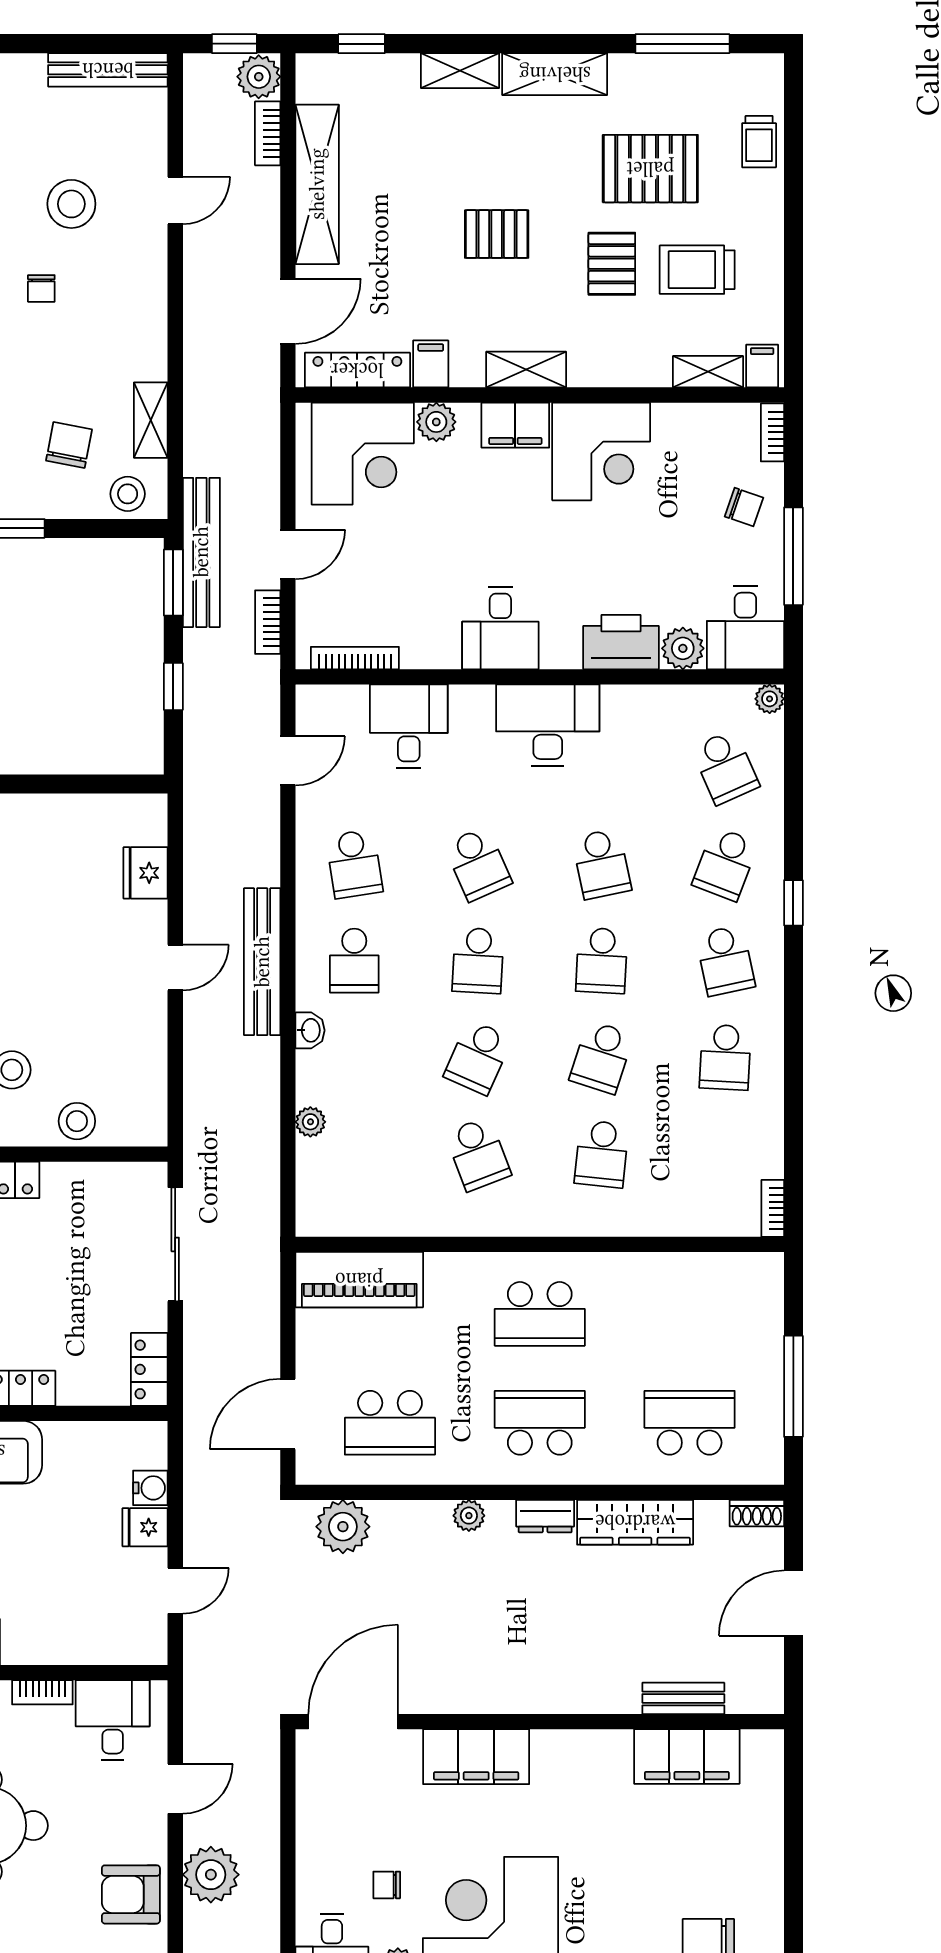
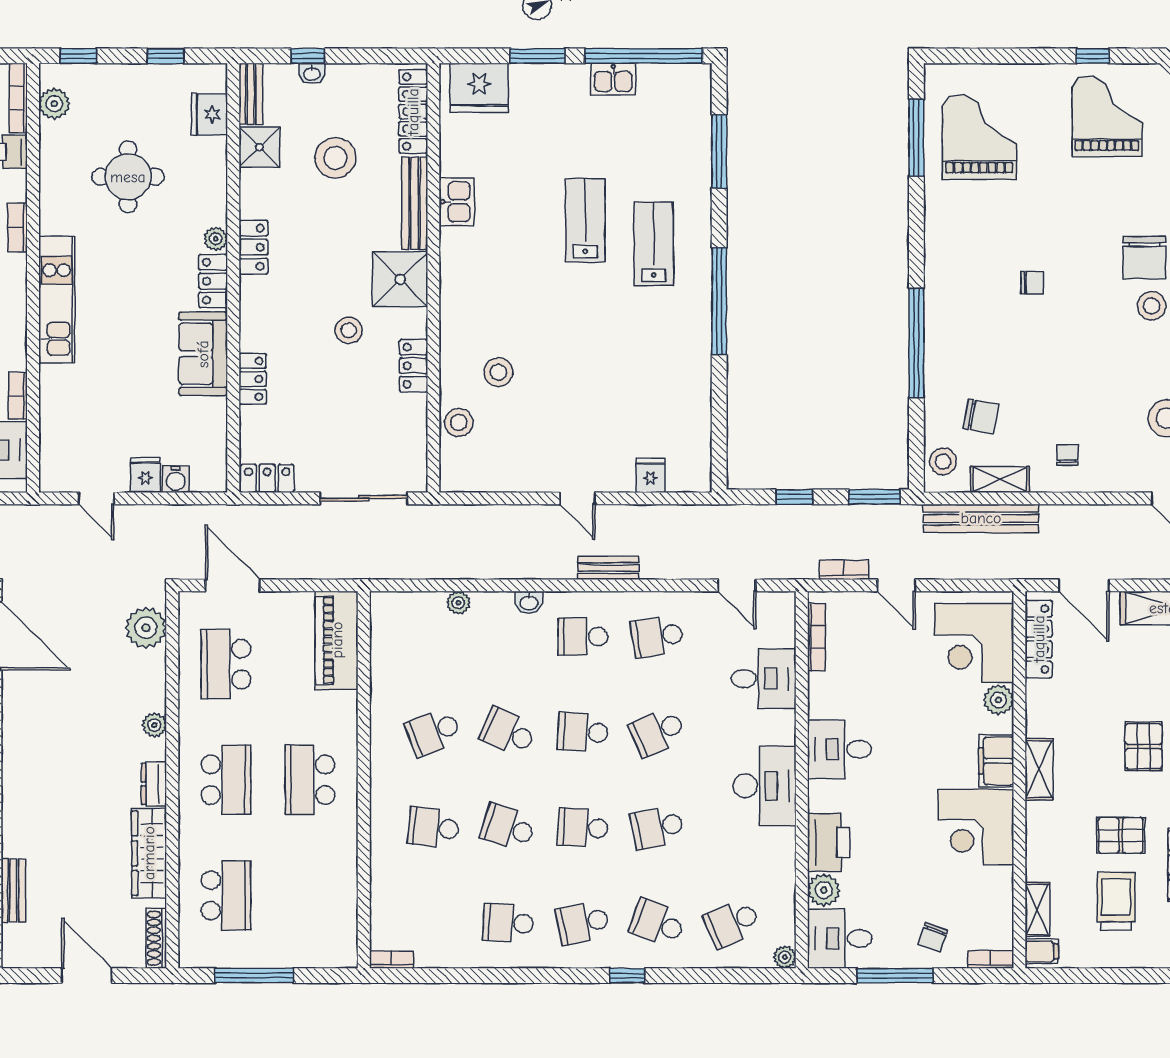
chair: (41, 288) -> (1067, 455), moved, turned 90
filing cabinet: (431, 364) -> (1043, 696), removed
bench: (201, 552) -> (981, 518), moved
fridge: (146, 873) -> (650, 475), width x0.72
bench: (262, 962) -> (608, 568), width x0.54, depth x0.82
shoe rack: (757, 1513) -> (156, 938), width x1.43

